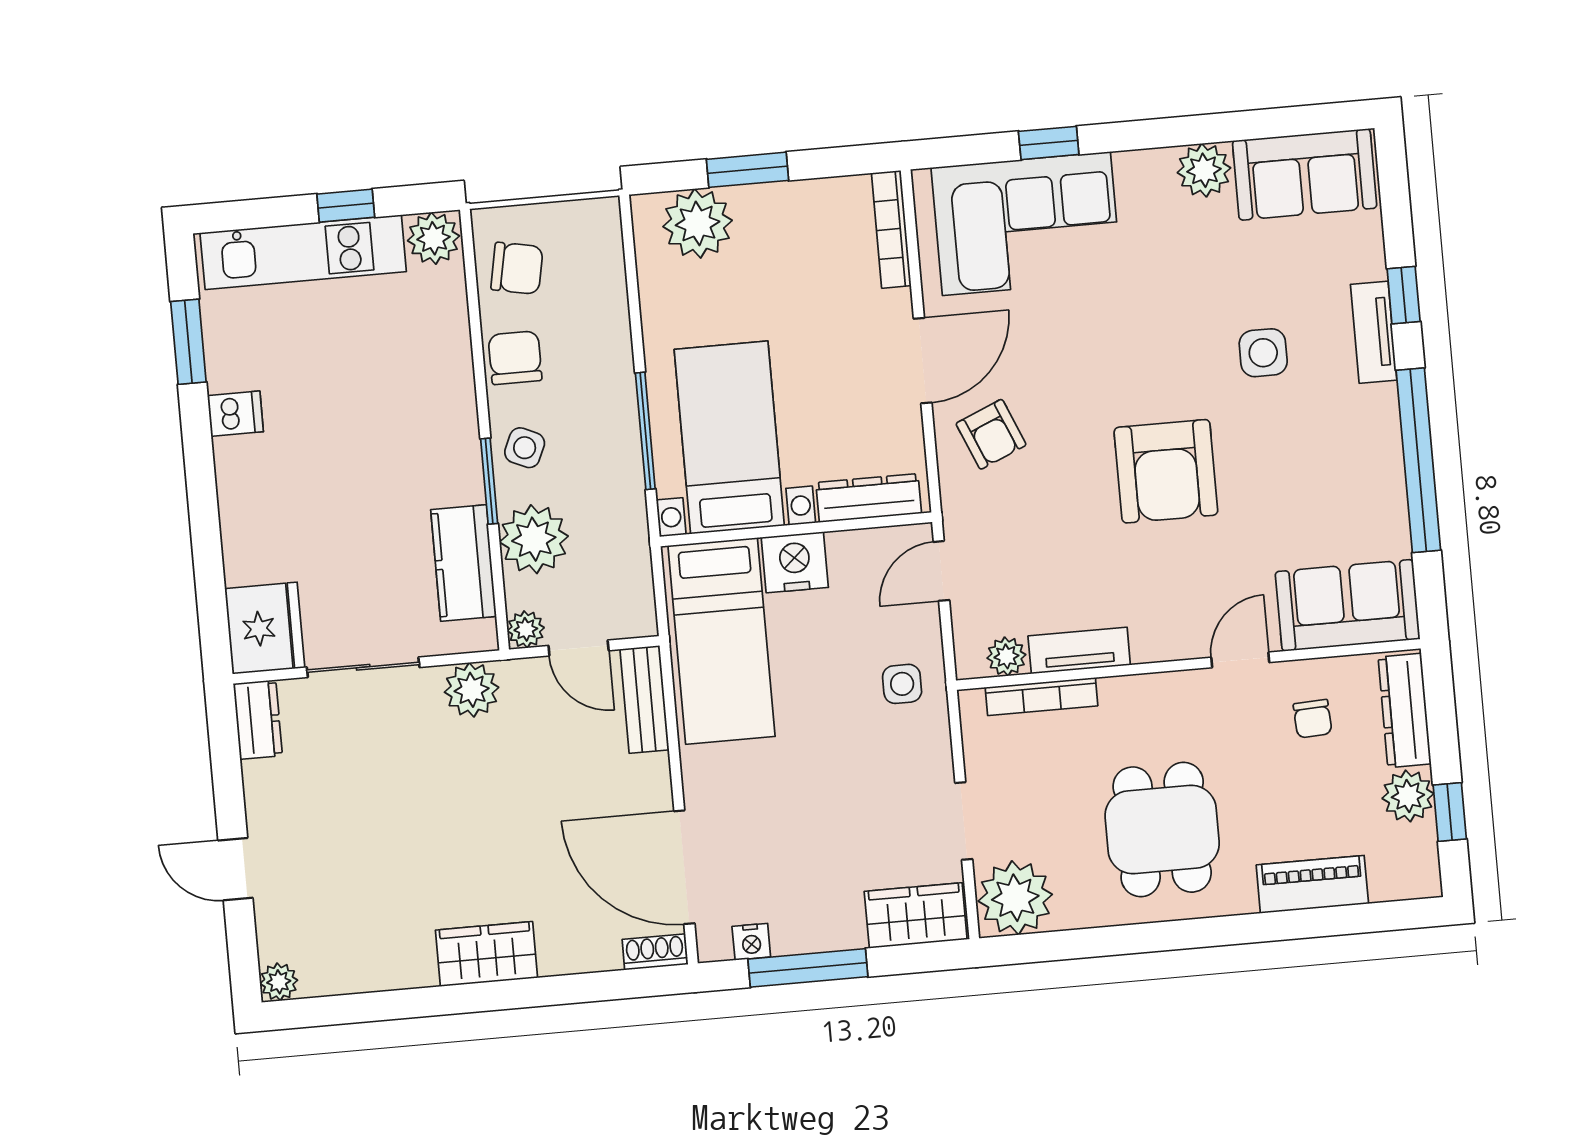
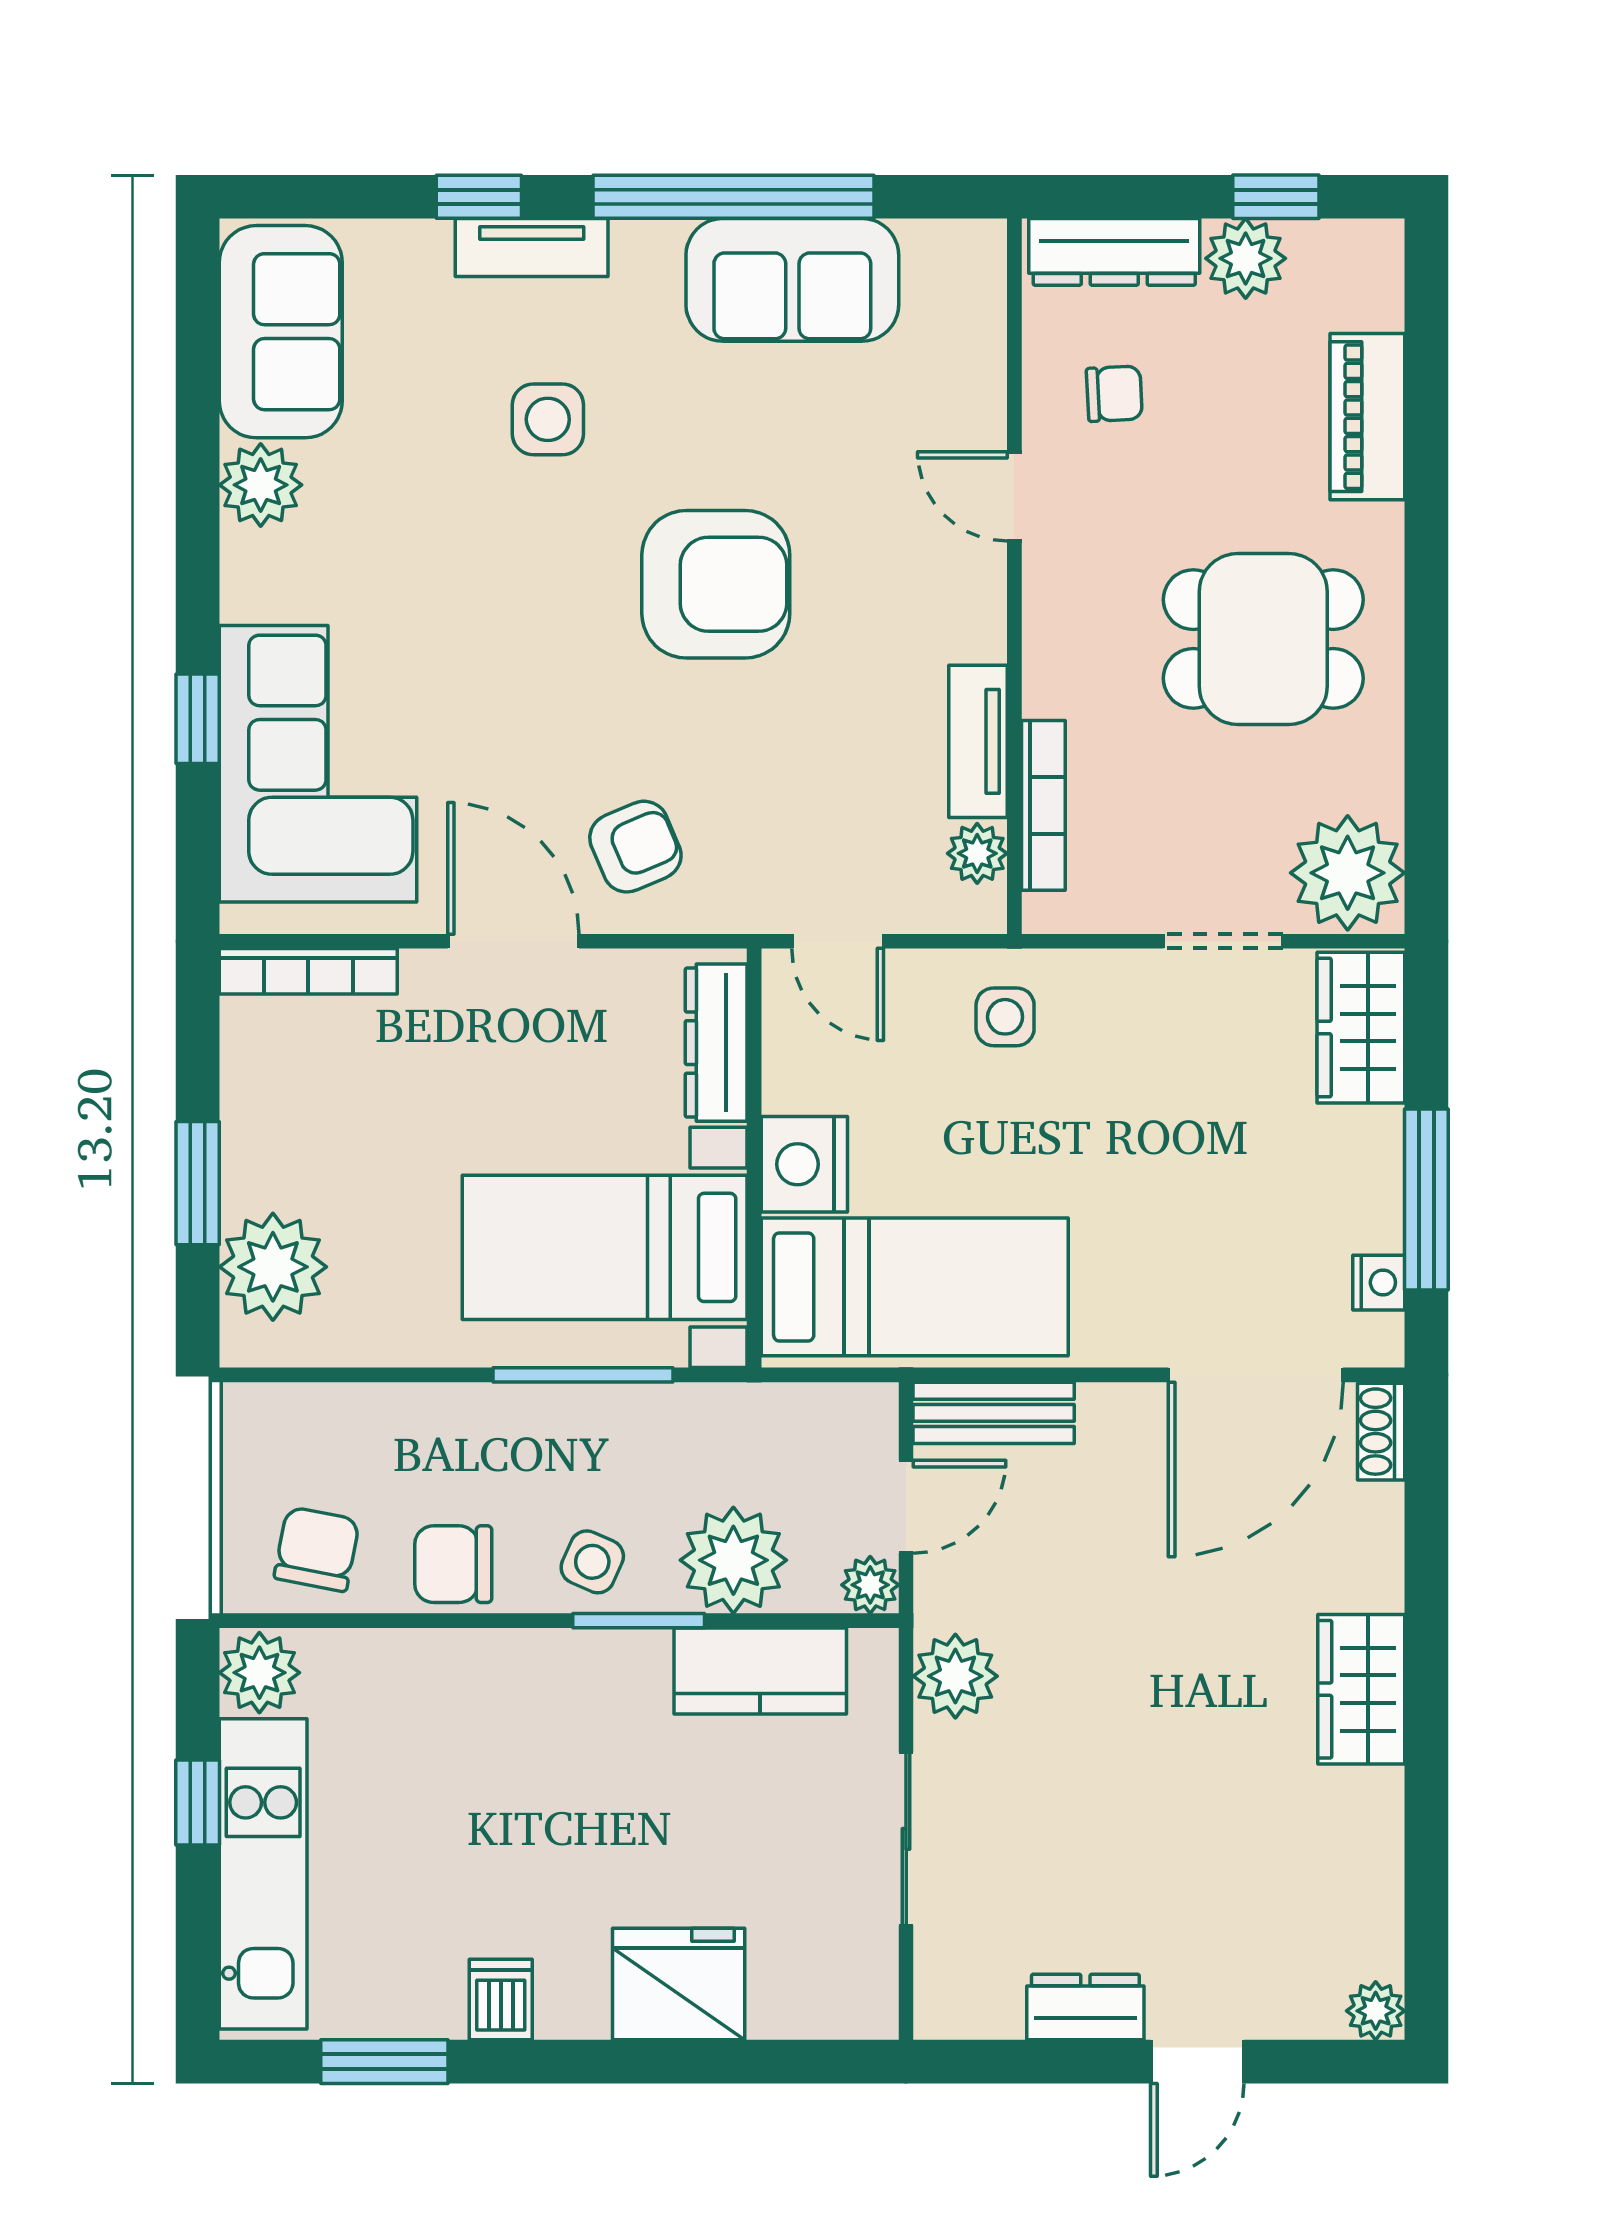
sofa: (1348, 605) -> (792, 280), moved, turned -90
fridge: (265, 628) -> (679, 1984), moved
dresser: (258, 720) -> (1085, 2007), moved

